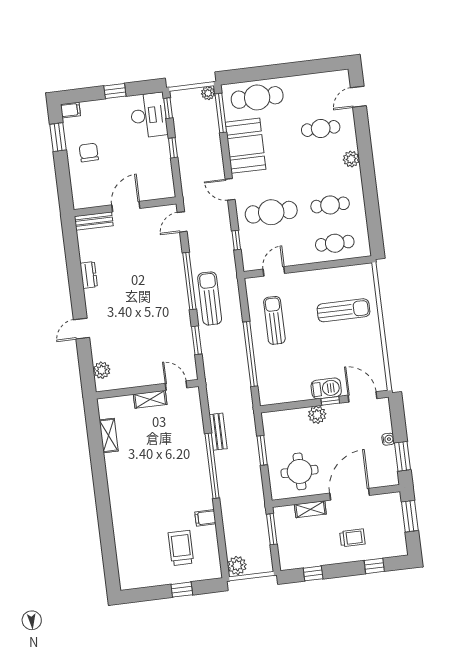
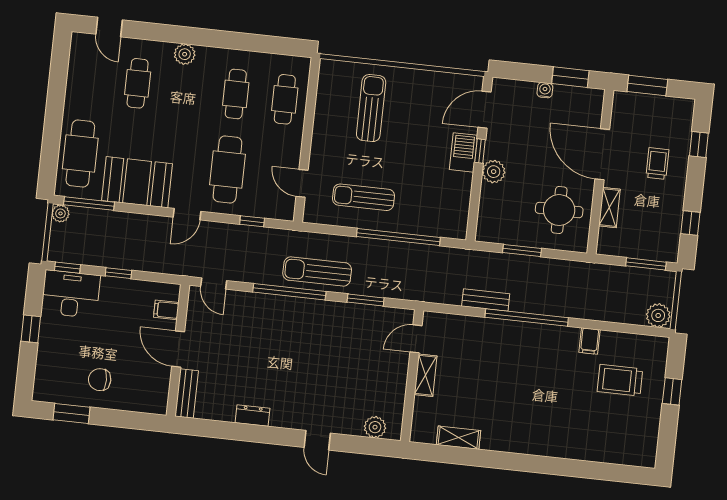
filing cabinet: (70, 110) -> (166, 310), moved, turned -90
window: (272, 529) -> (646, 264), moved

